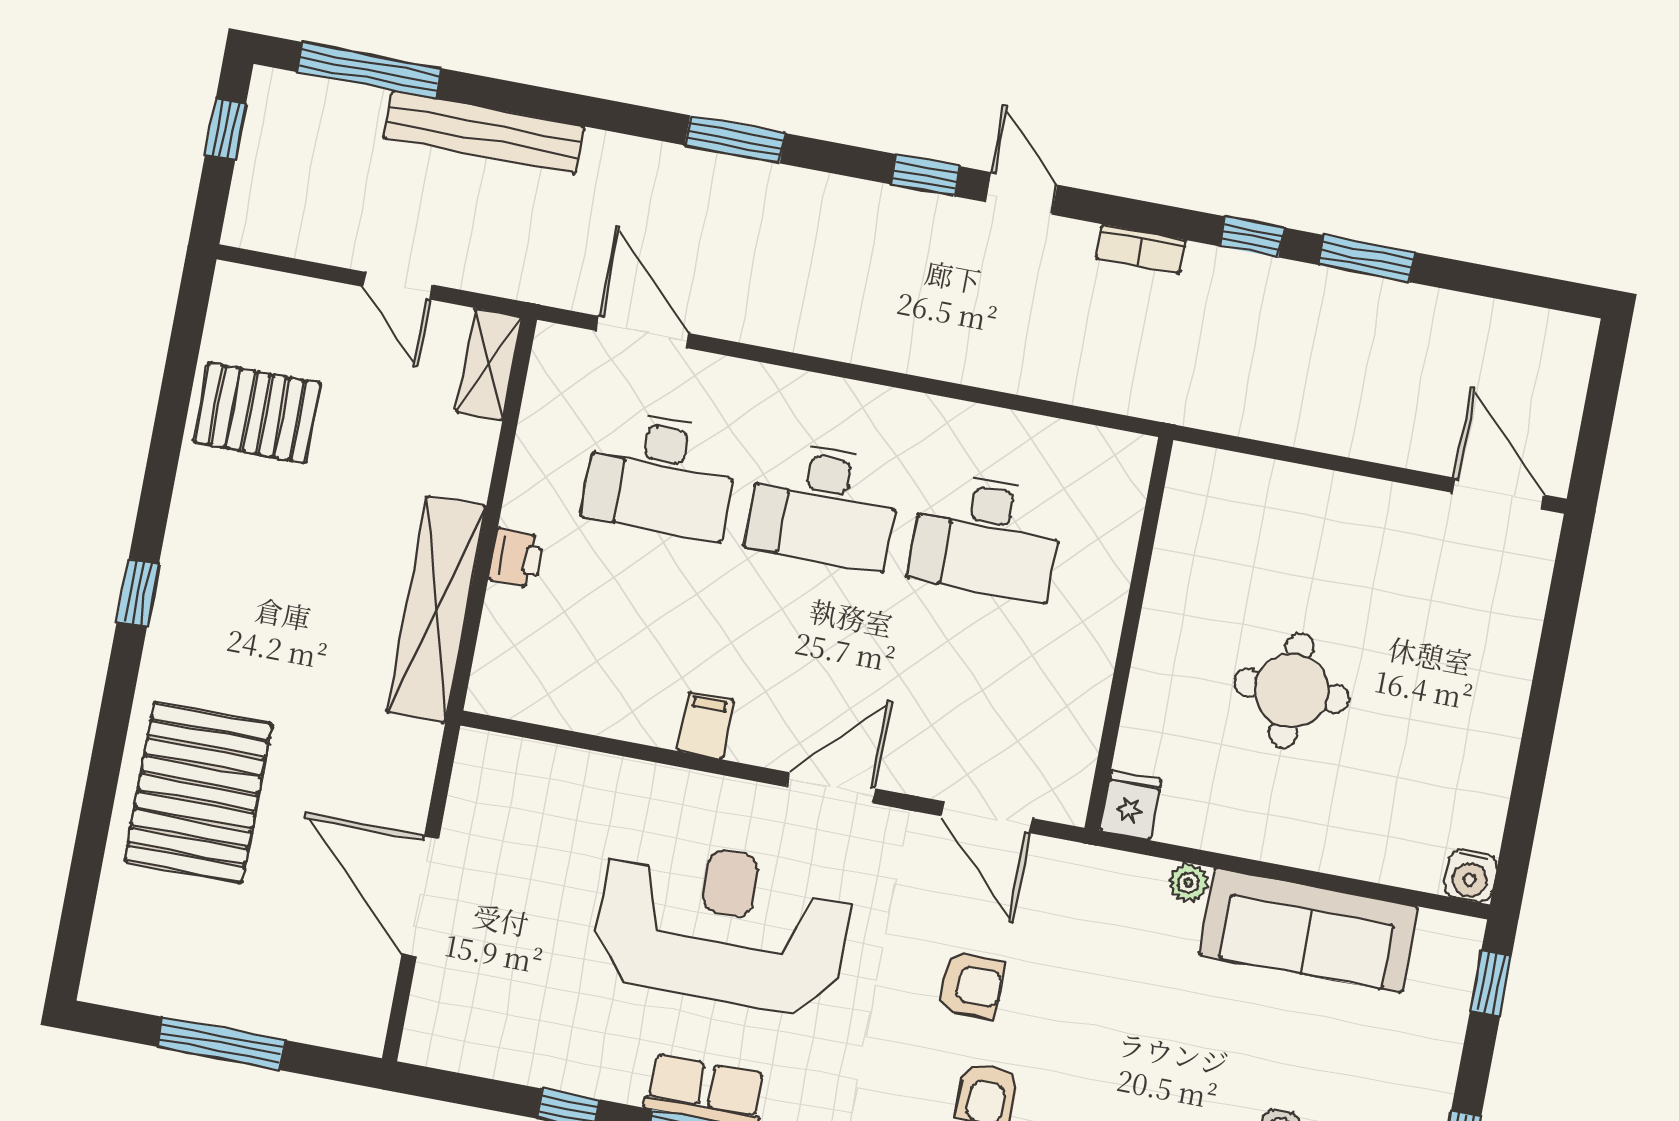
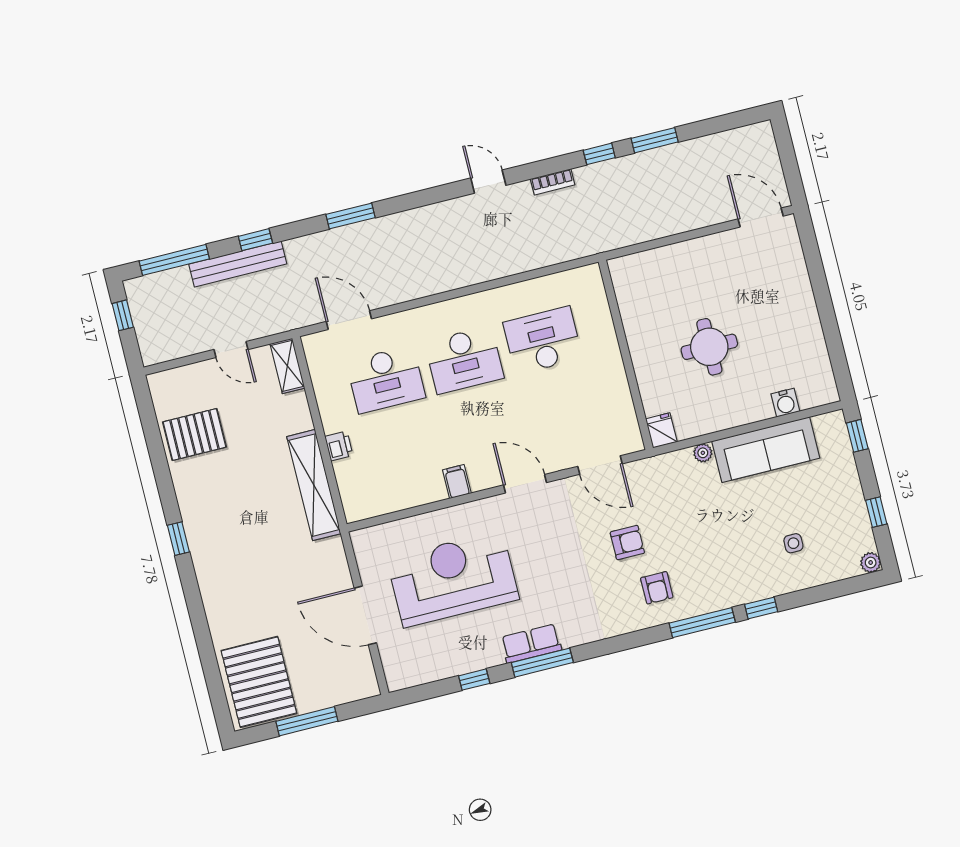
window: (925, 175) -> (255, 240), moved
desk: (987, 536) -> (543, 340), turned 180
door: (831, 788) -> (525, 484), hinge flipped
pallet: (198, 792) -> (259, 682), moved
water cooler: (1470, 876) -> (785, 403), moved
reception desk: (722, 925) -> (453, 579), moved

